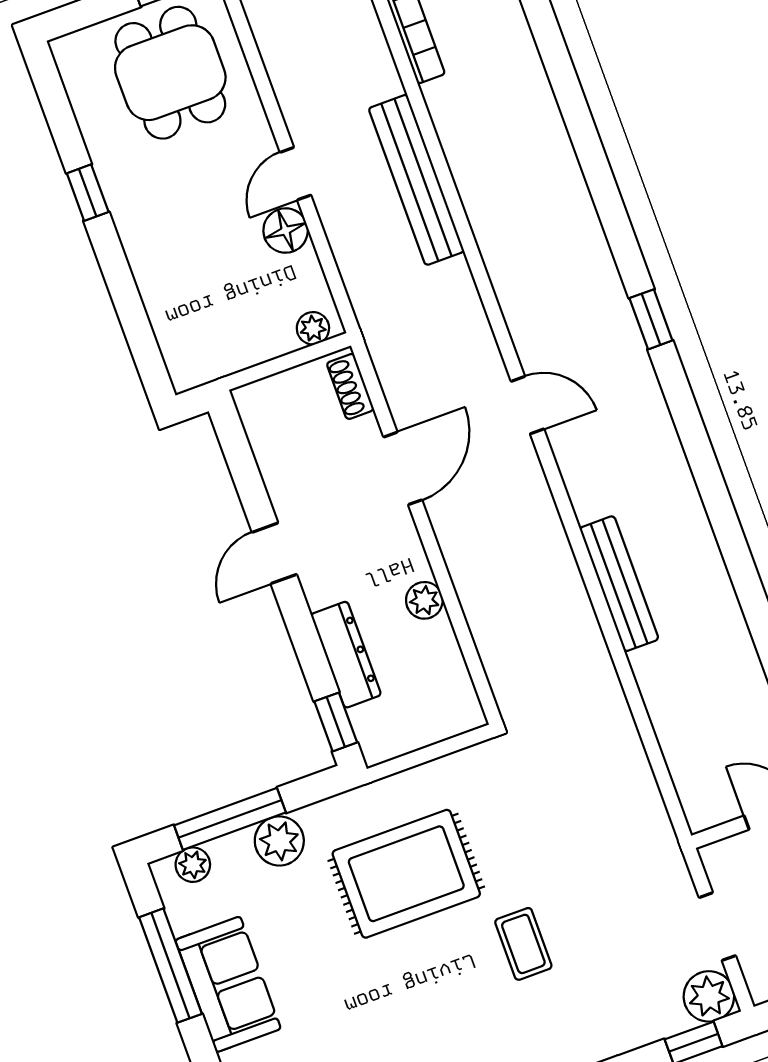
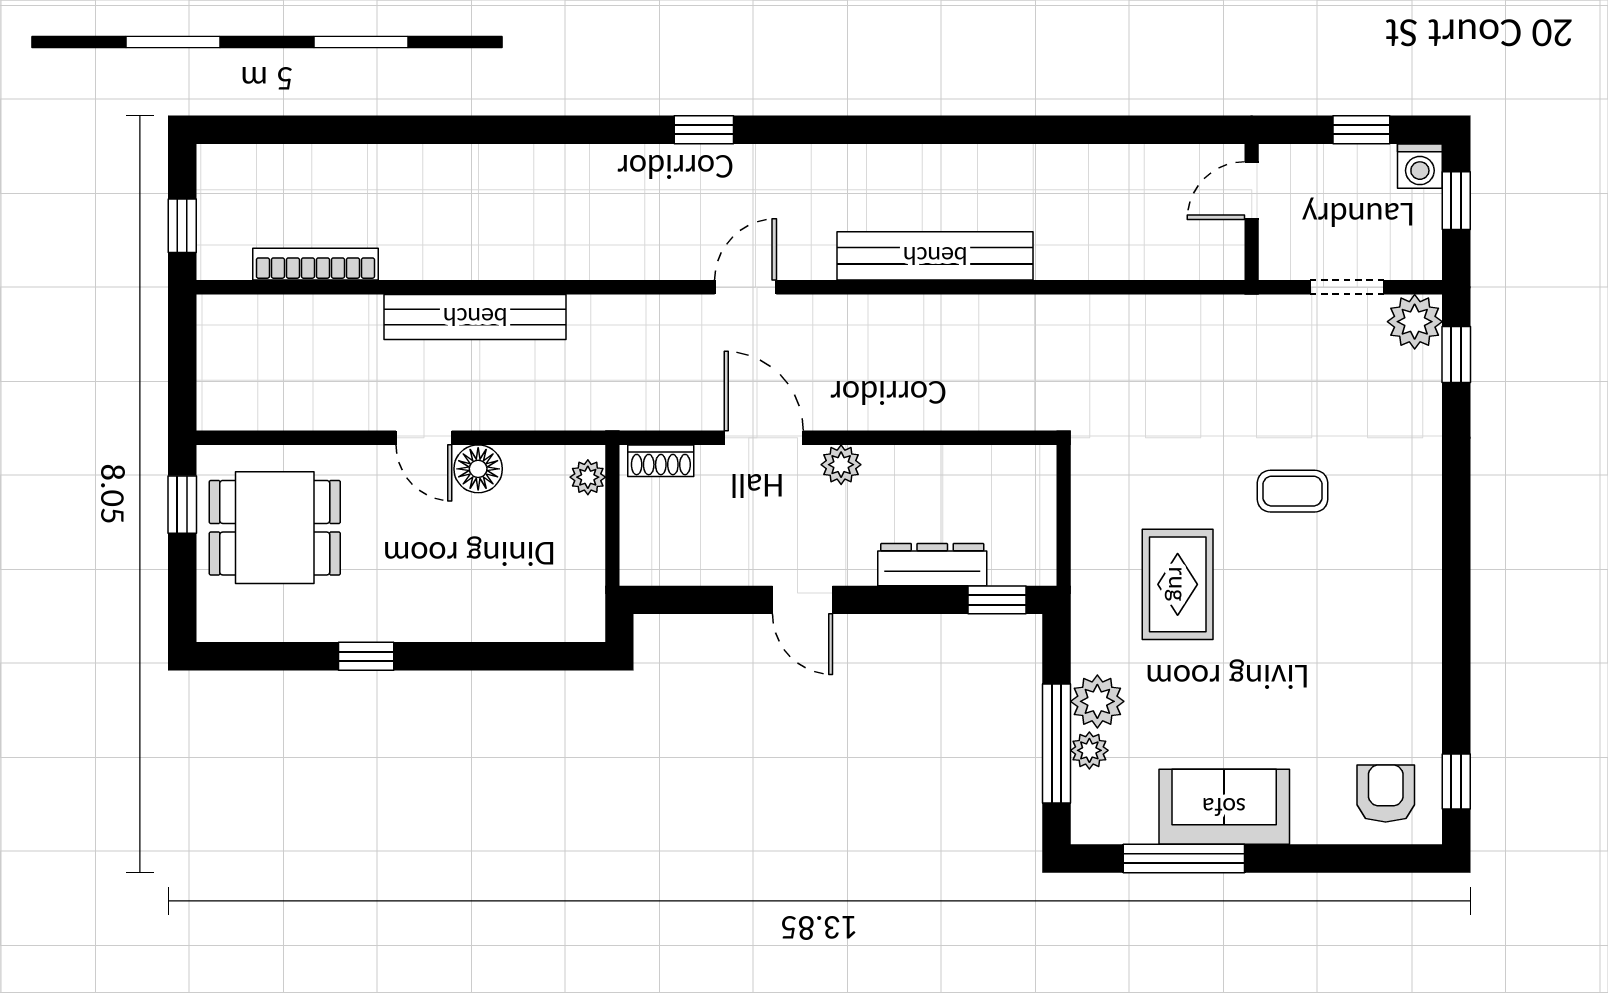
bench: (619, 584) -> (935, 256), width x1.37, depth x1.21
plant: (424, 600) -> (841, 465), moved
plant: (193, 865) -> (1089, 750), moved
rug: (406, 874) -> (1178, 584), width x0.73, depth x0.70

